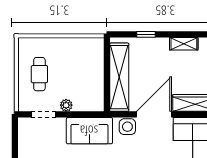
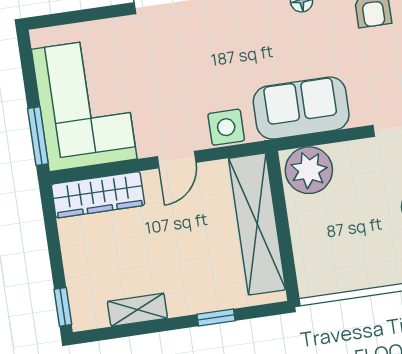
plant: (66, 105) -> (309, 170), moved, width x1.87, depth x1.87
door: (154, 114) -> (177, 160), width x0.53

